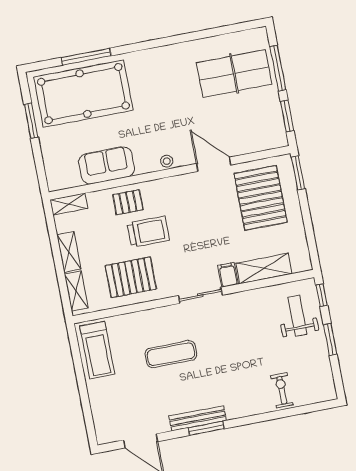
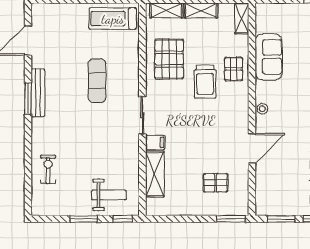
pallet: (261, 198) -> (216, 183), width x0.49, depth x0.50
exercise bike: (282, 390) -> (48, 169), turned -90

